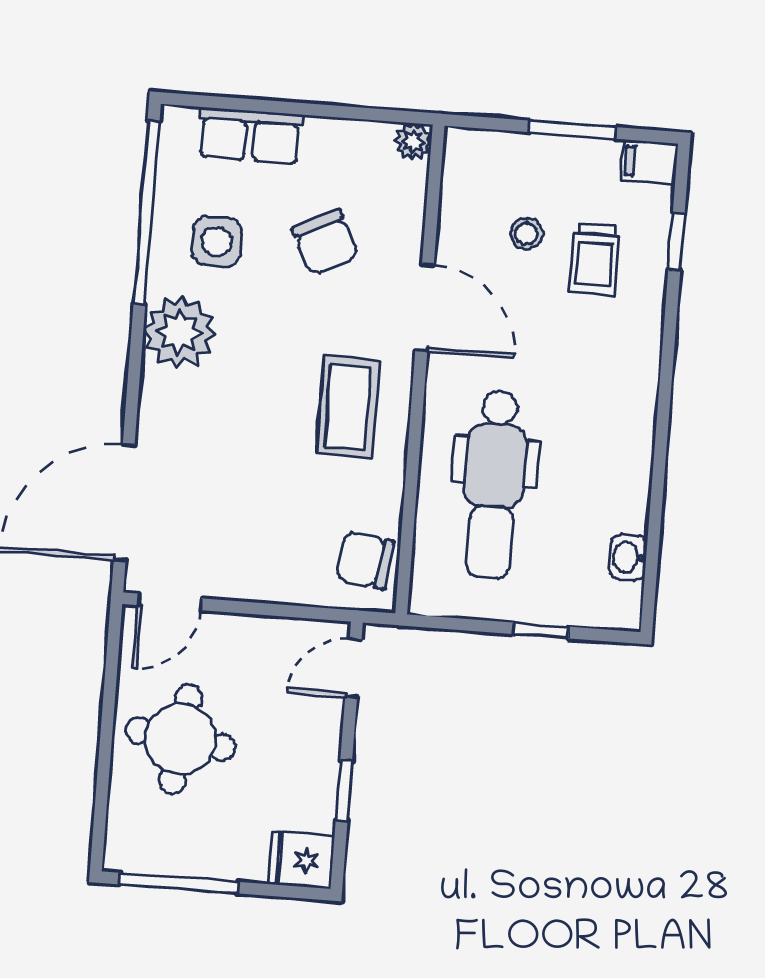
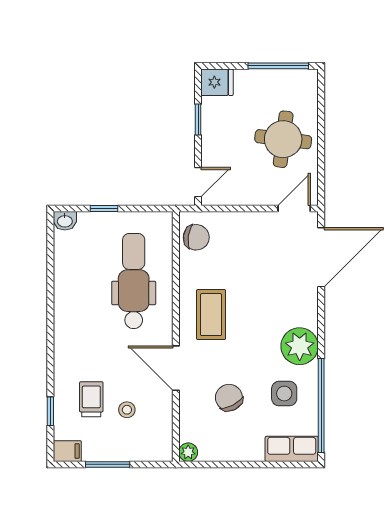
row of seats: (250, 135) -> (292, 449), moved
washbasin: (628, 557) -> (65, 221), moved, turned 90

